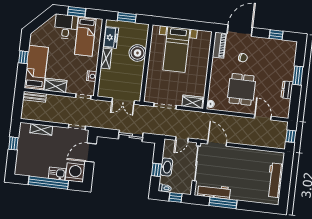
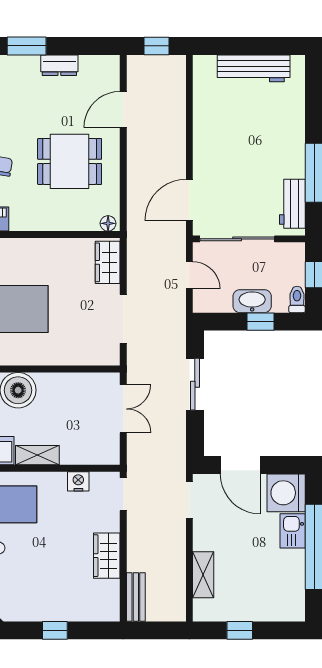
bed: (36, 68) -> (74, 601), removed
workbench: (214, 192) -> (292, 204), width x0.73

